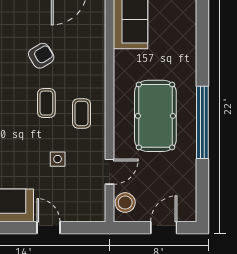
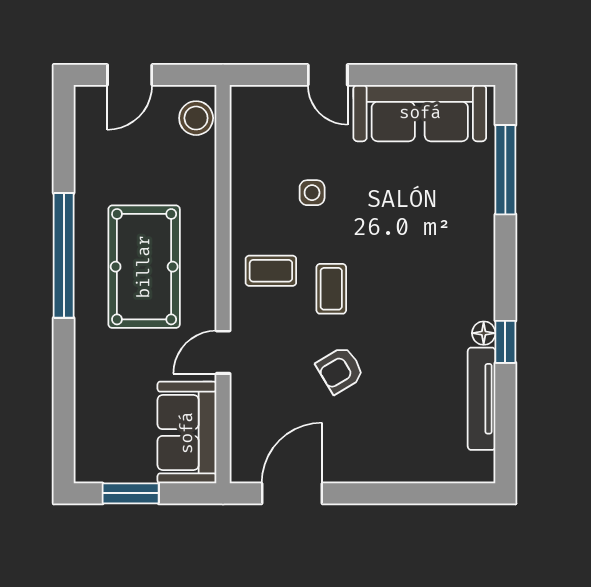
coffee table: (82, 113) -> (271, 271), turned 90
door: (109, 172) -> (223, 352), moved

